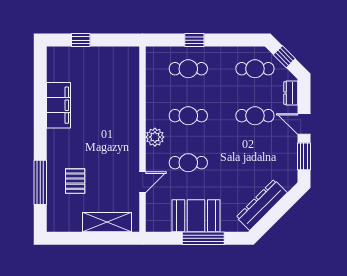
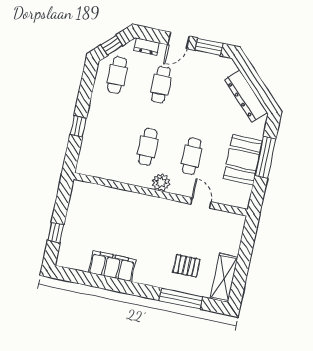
cafe table: (188, 69) -> (104, 138), removed
shelving: (107, 222) -> (224, 278), moved

